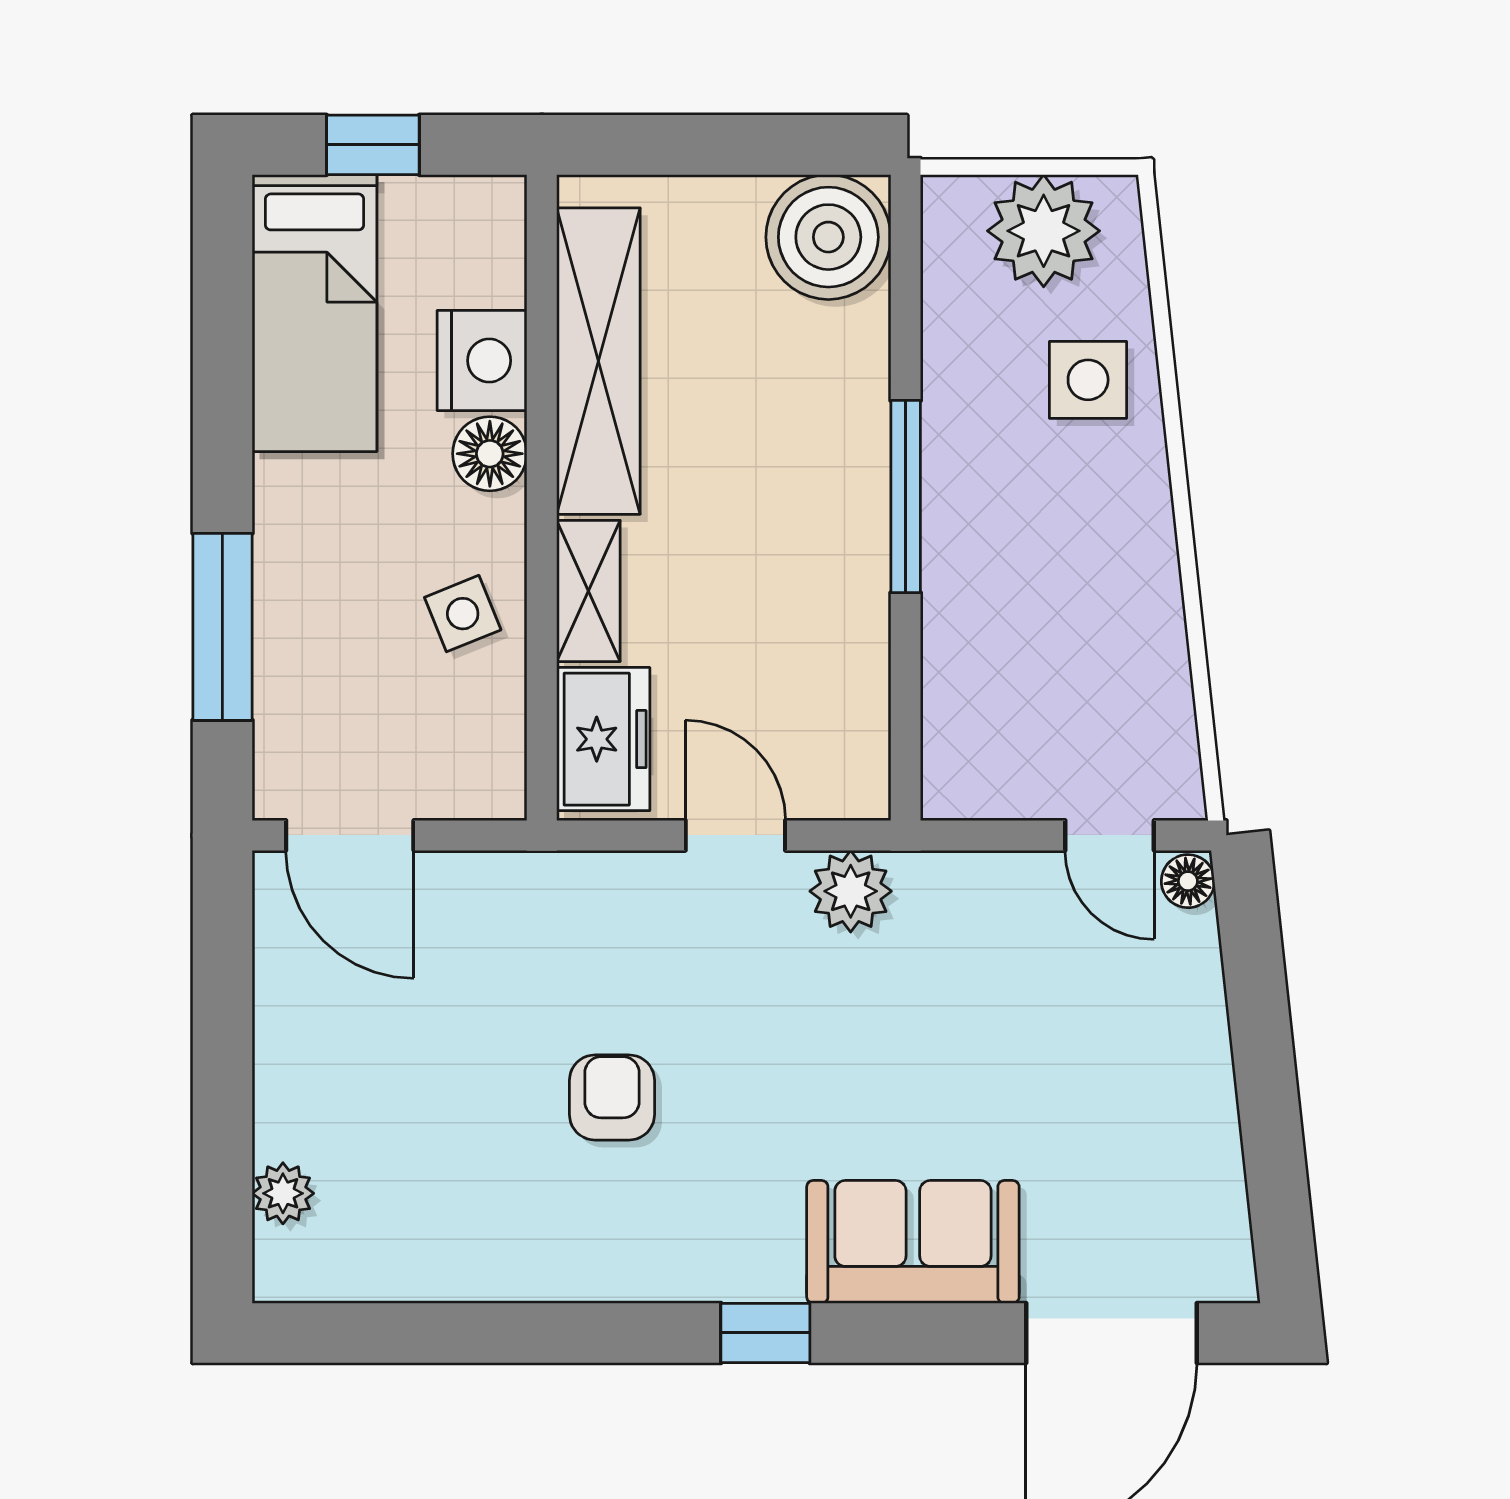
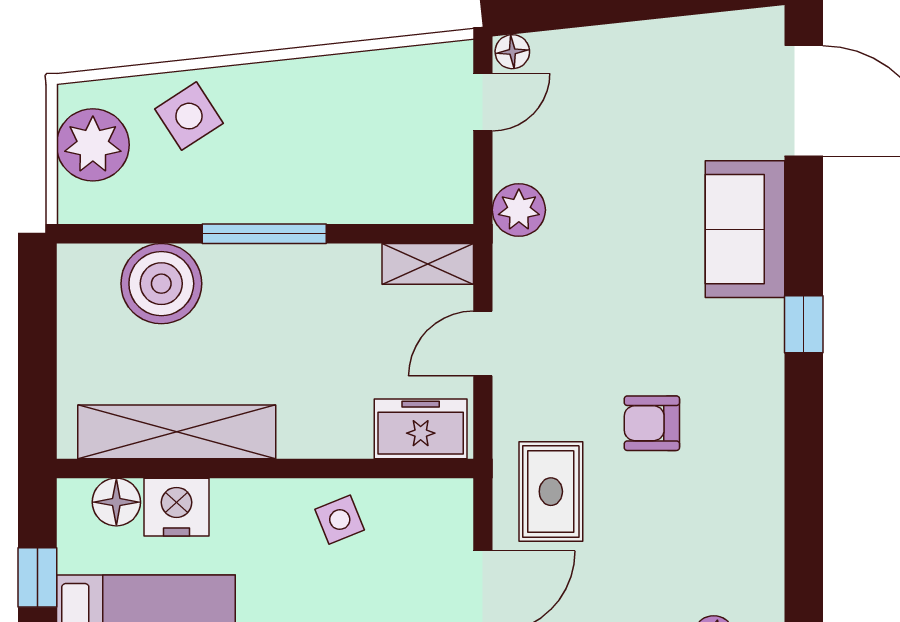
boiler: (828, 237) -> (161, 284), moved
side table: (1088, 380) -> (189, 116), turned -33
floor lamp: (490, 454) -> (116, 502), moved
shelving: (588, 591) -> (428, 264), moved
plant: (851, 891) -> (519, 210), moved
rug: (506, 941) -> (551, 492), added

